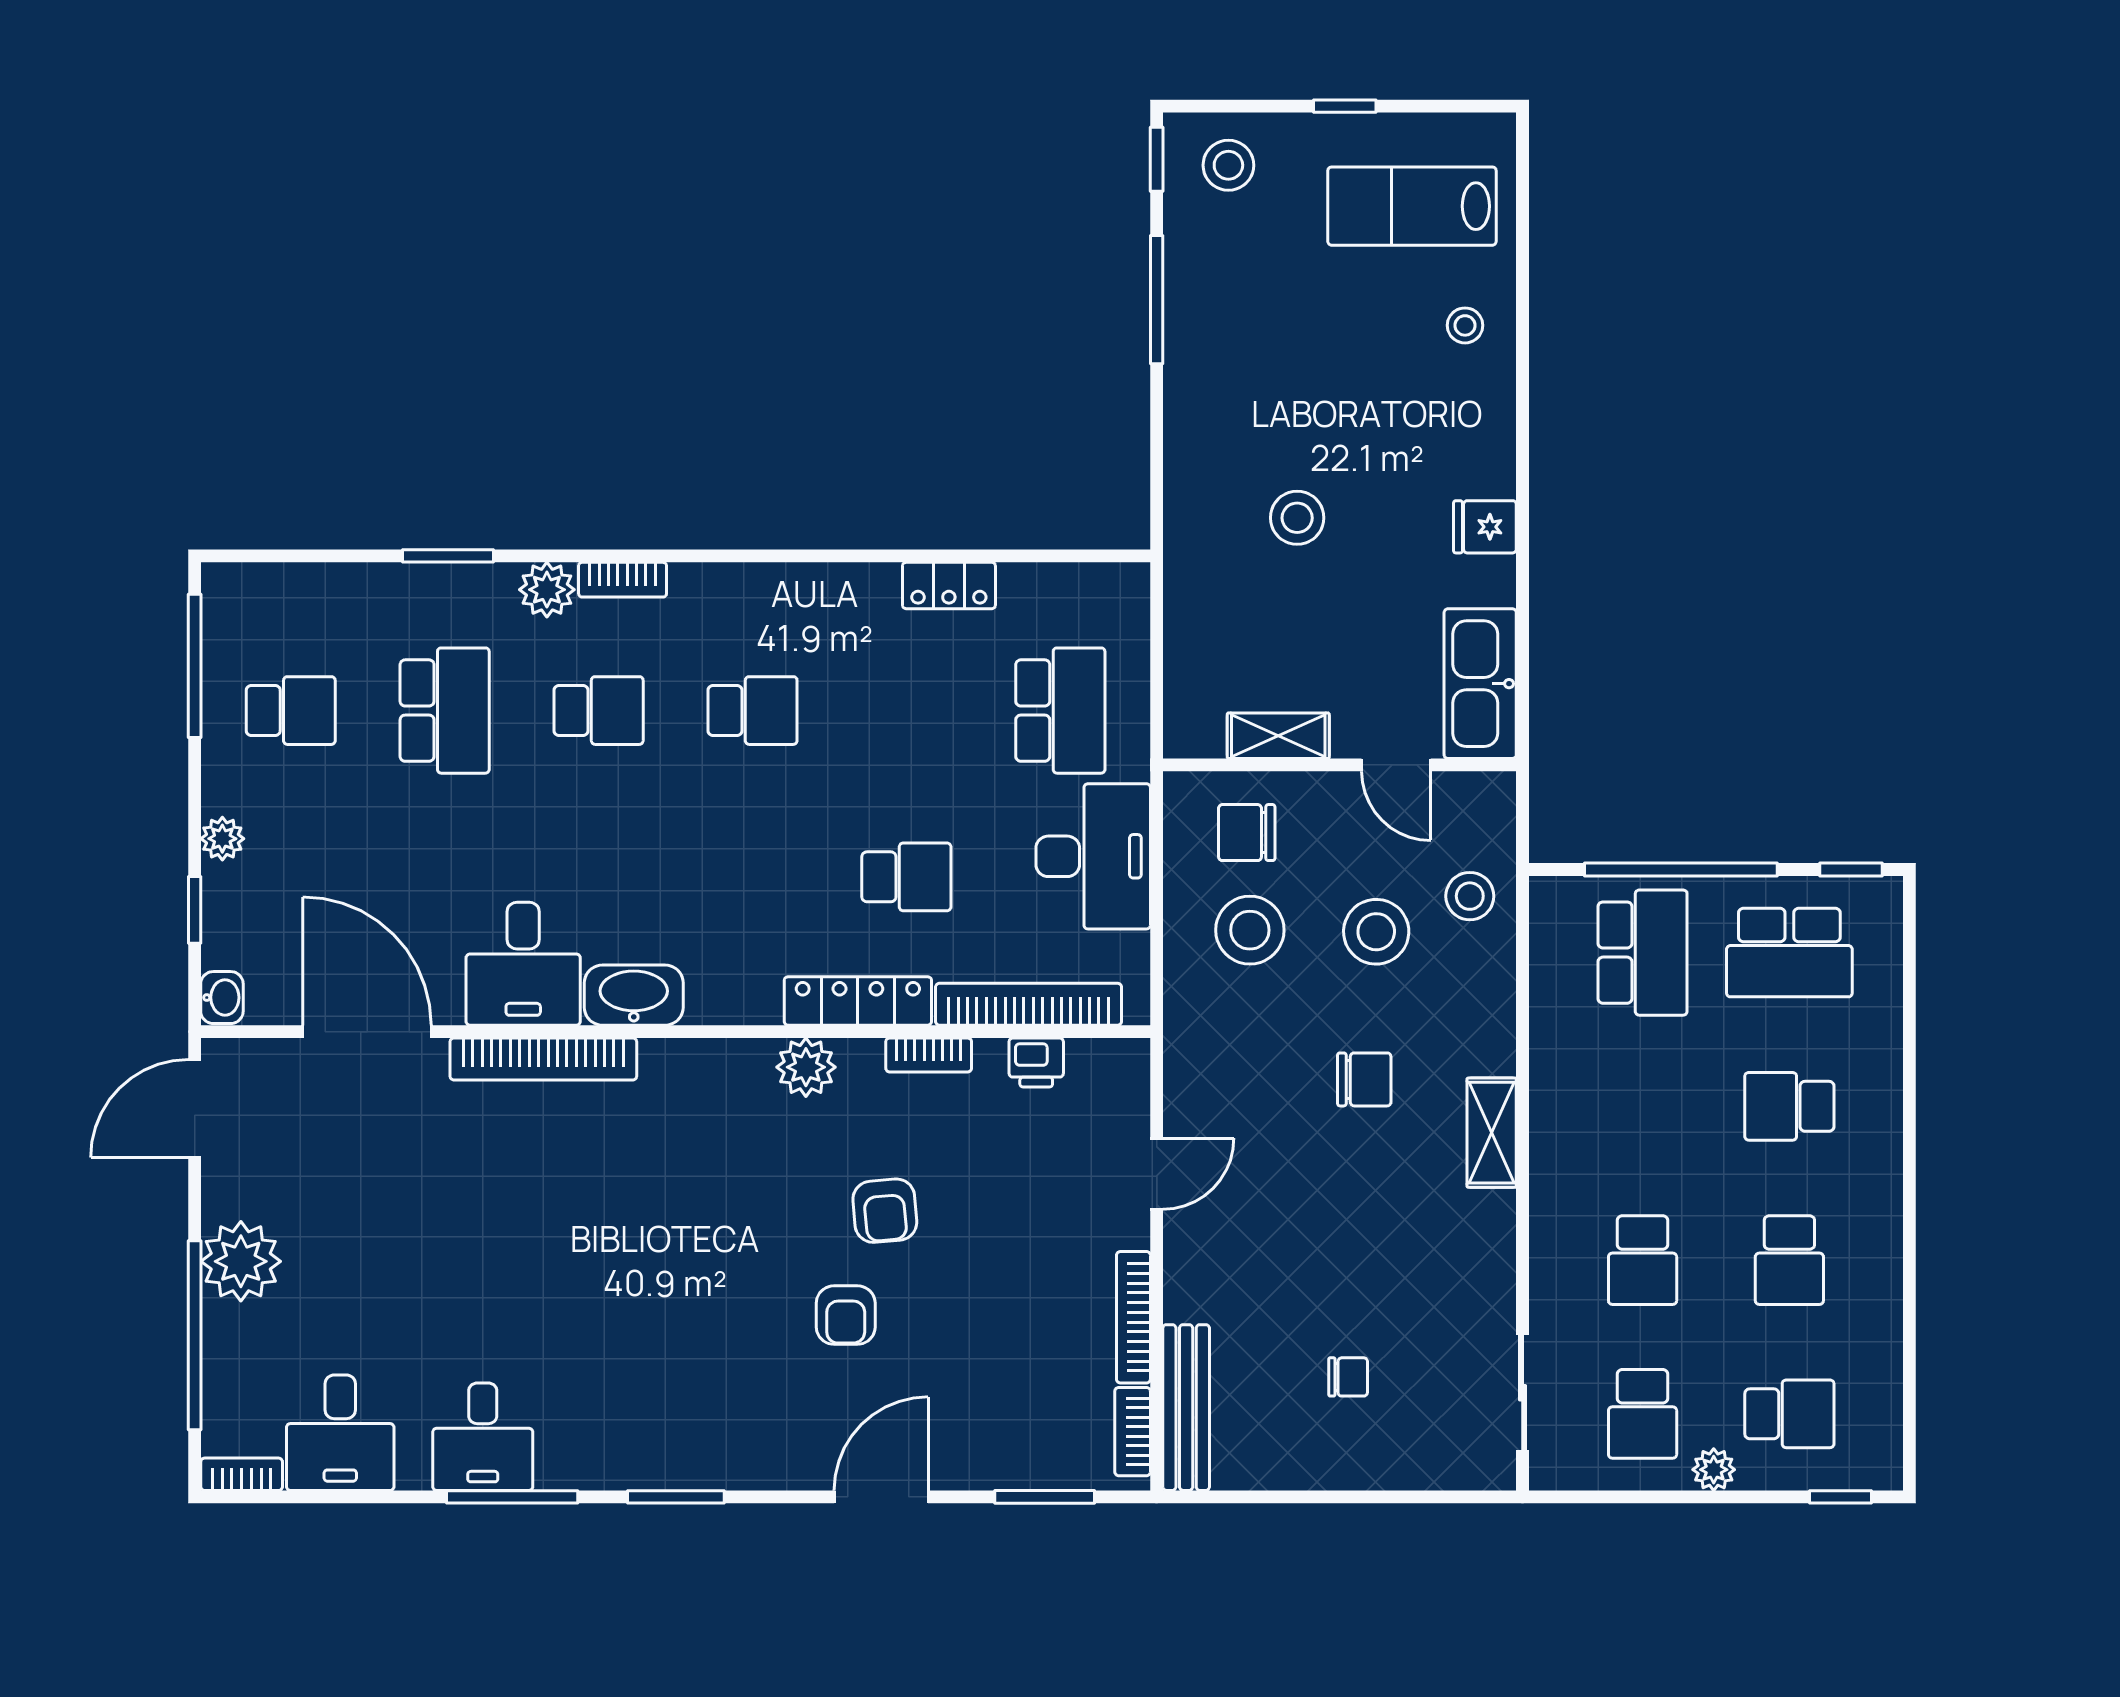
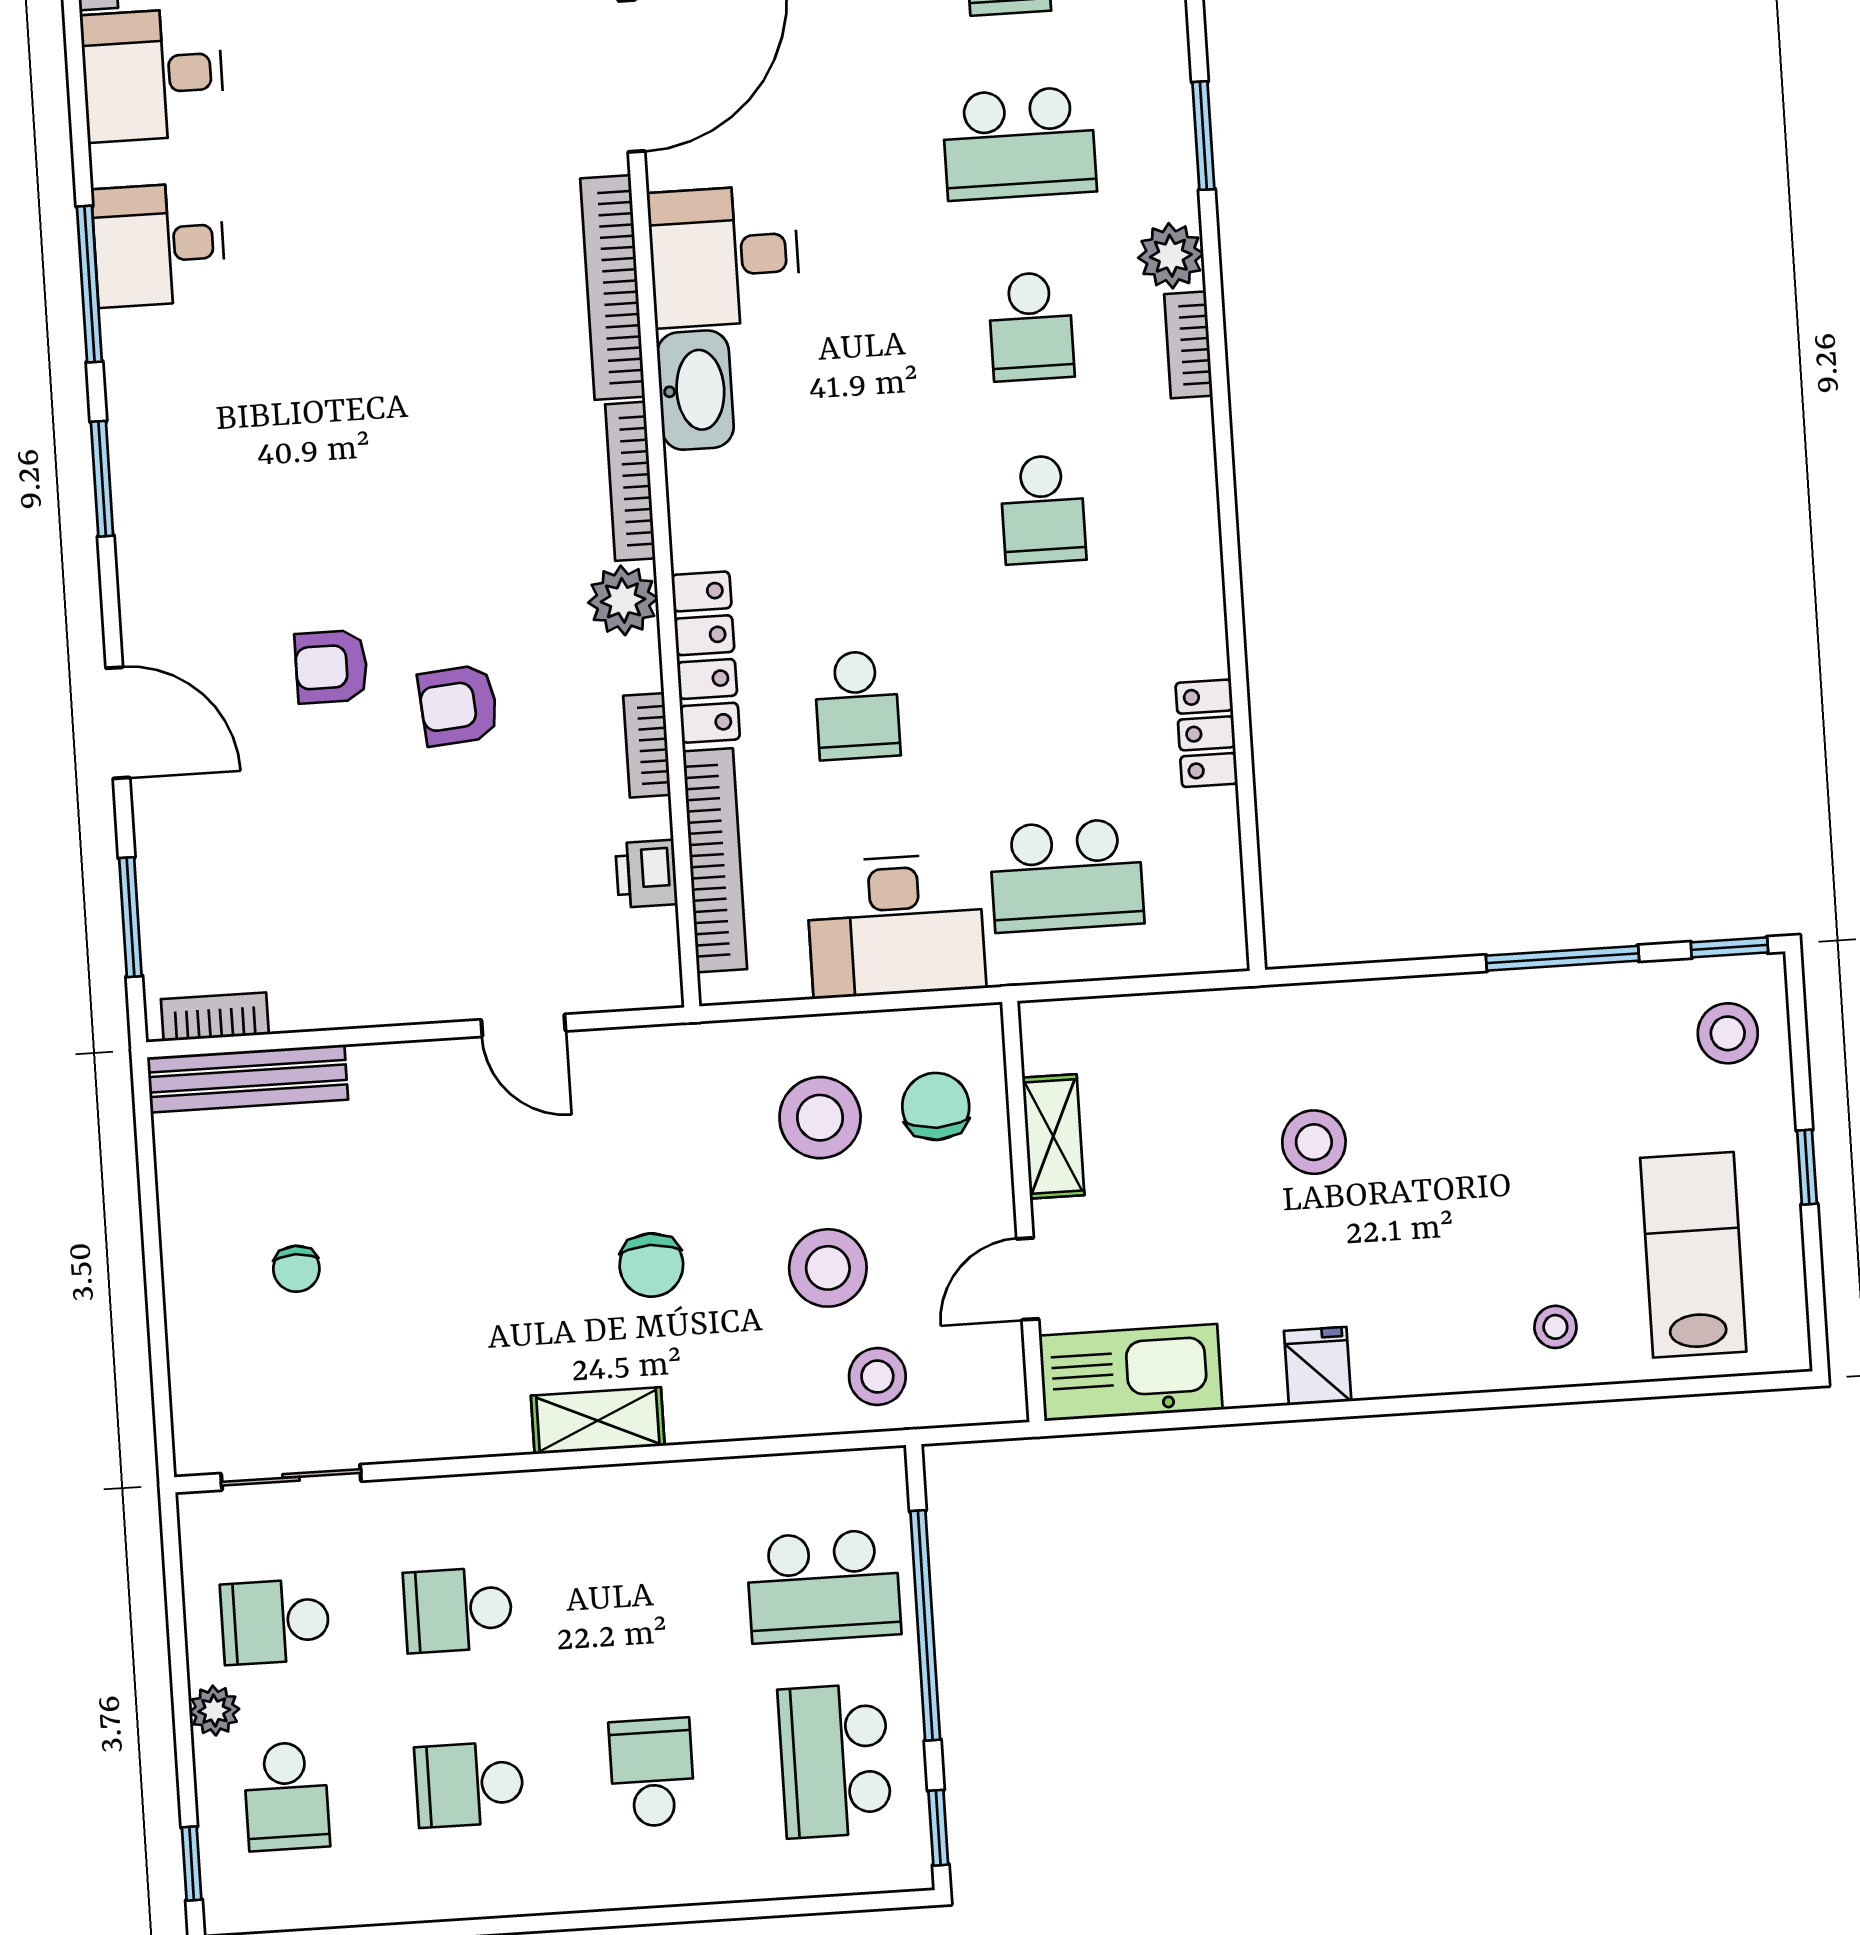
bookcase: (1133, 1317) -> (630, 481), moved, turned -90

